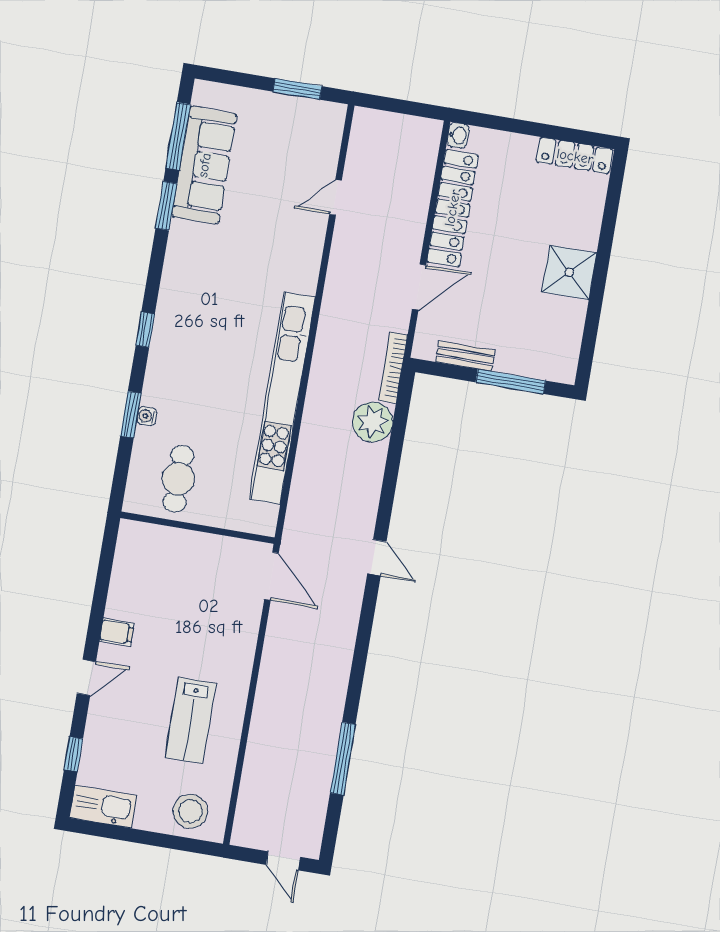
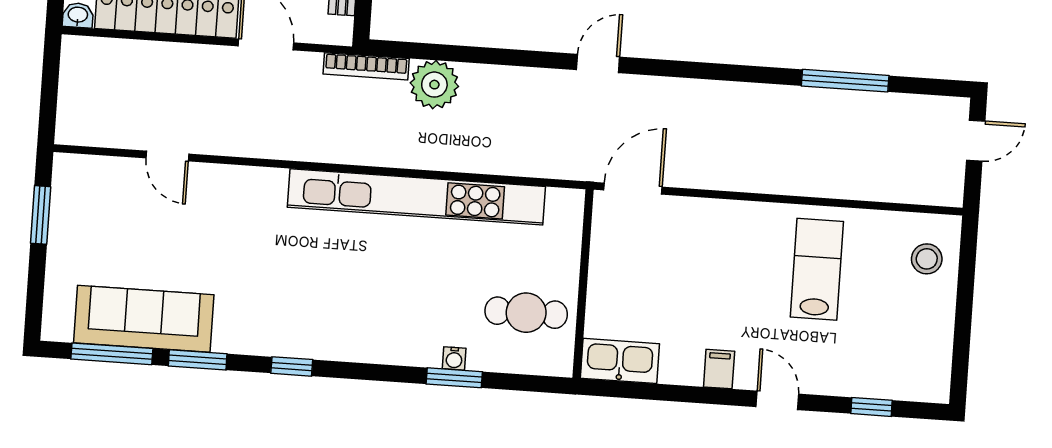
window: (145, 330) -> (292, 366), moved
lab bench: (191, 720) -> (817, 269), turned -90
kitchen sink: (103, 807) -> (620, 361), moved, turned 90
stool: (190, 811) -> (927, 259), width x0.73, depth x0.73

